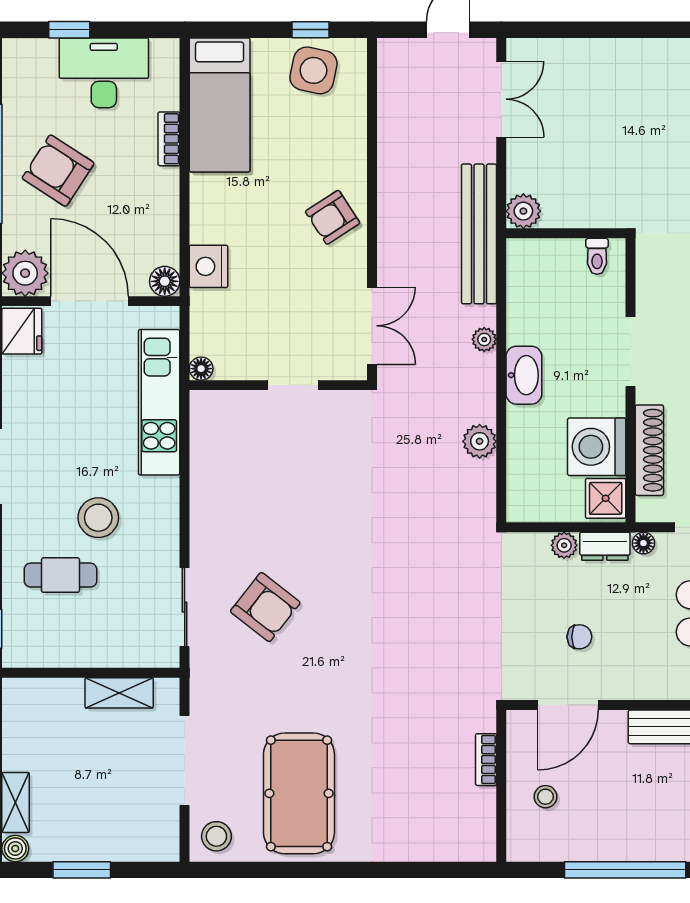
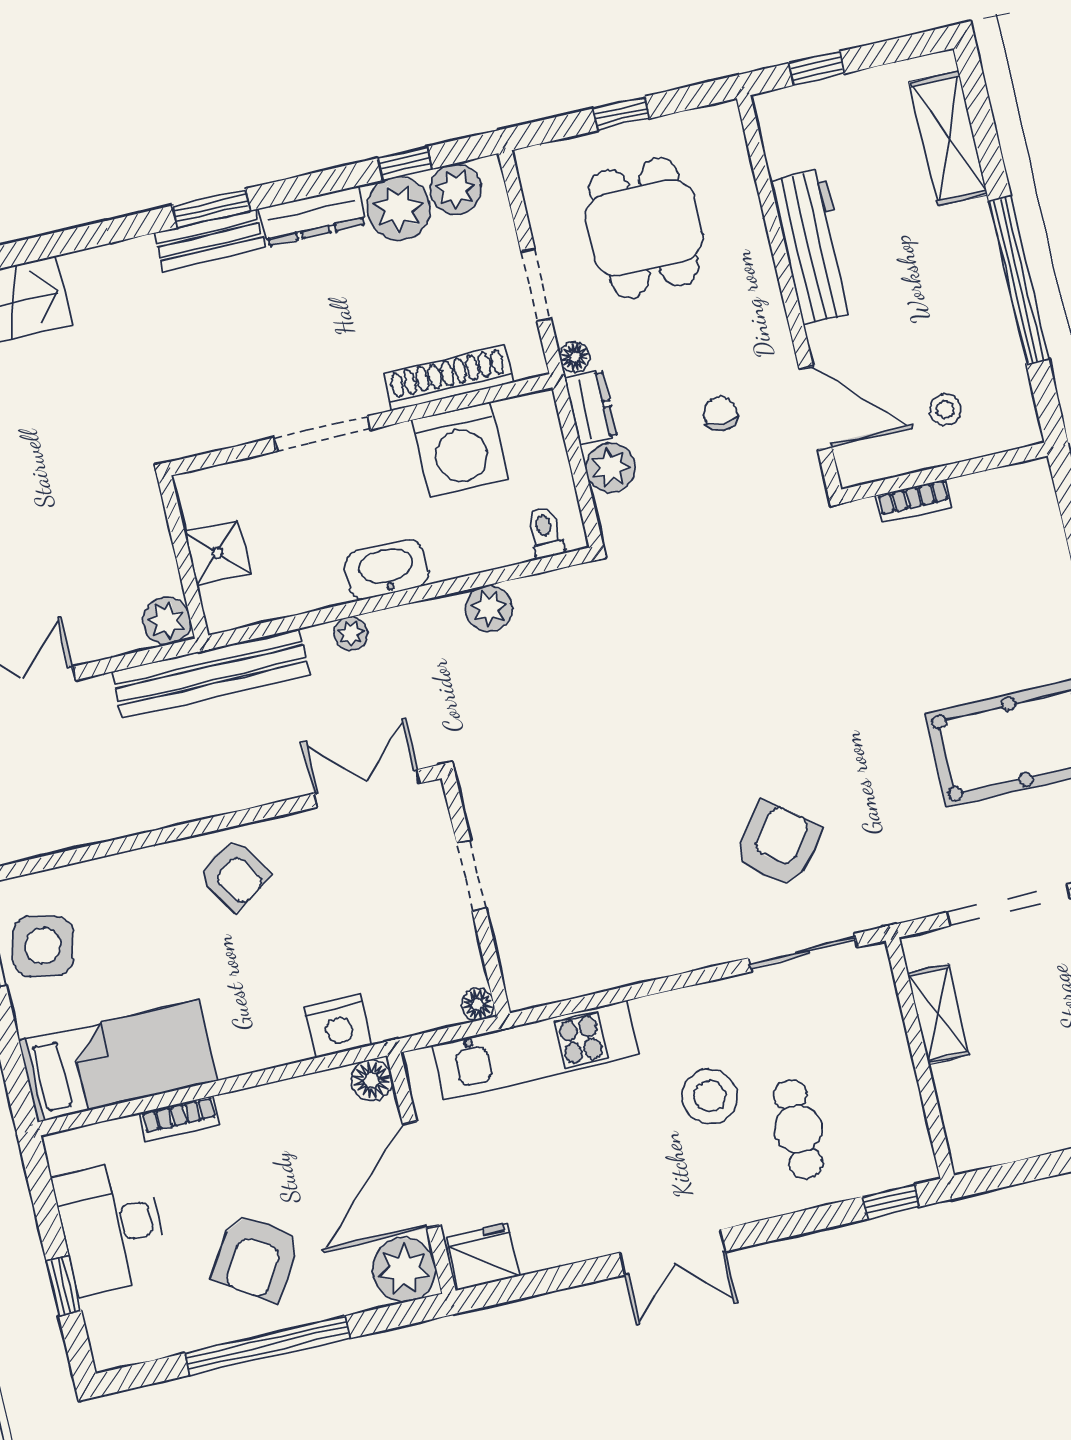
toilet: (597, 256) -> (545, 532), moved, turned -90
shower: (606, 498) -> (217, 553), moved
plant: (564, 545) -> (610, 468), width x1.38, depth x1.38

